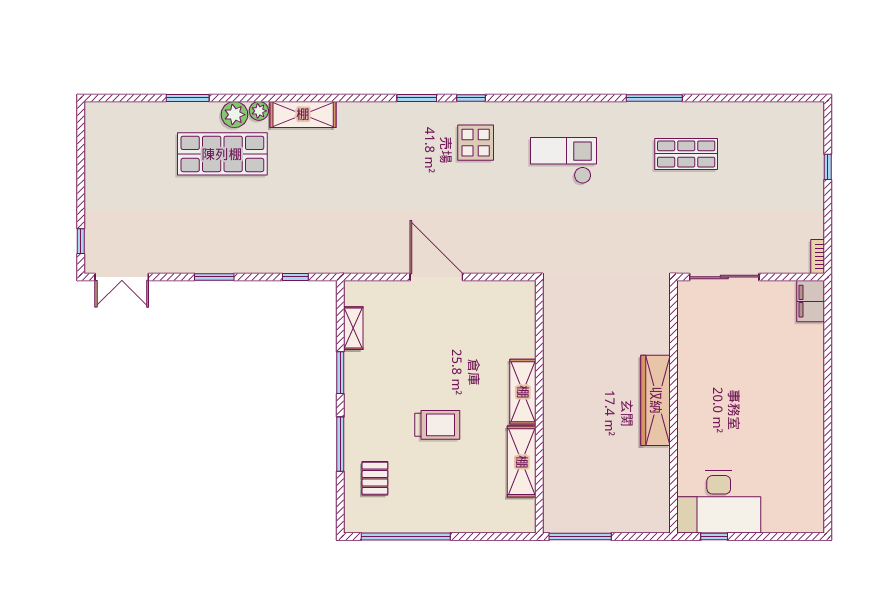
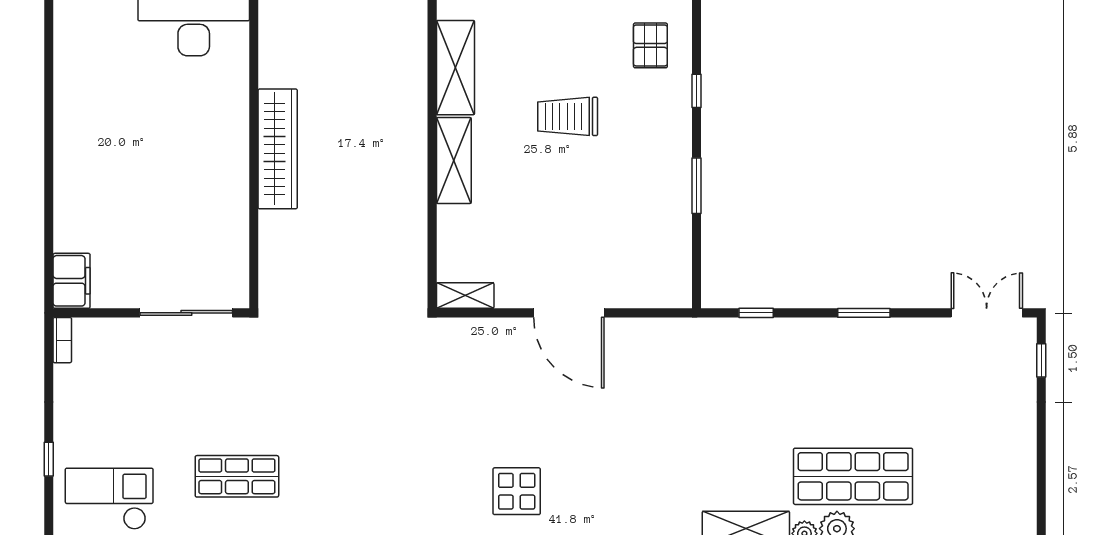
checkout: (563, 160) -> (109, 499), moved, turned 180
shelving: (353, 328) -> (465, 296), moved, turned 90
window: (340, 444) -> (697, 91), width x0.46

